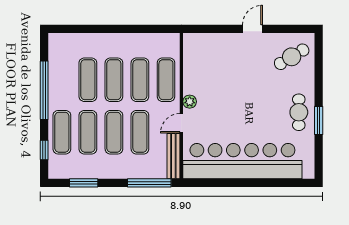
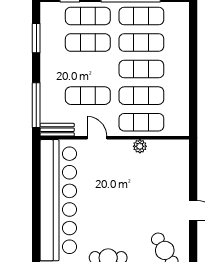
plant: (190, 102) -> (140, 146), moved
exercise mat: (114, 132) -> (141, 16), moved
bench: (173, 156) -> (57, 130), width x0.73

